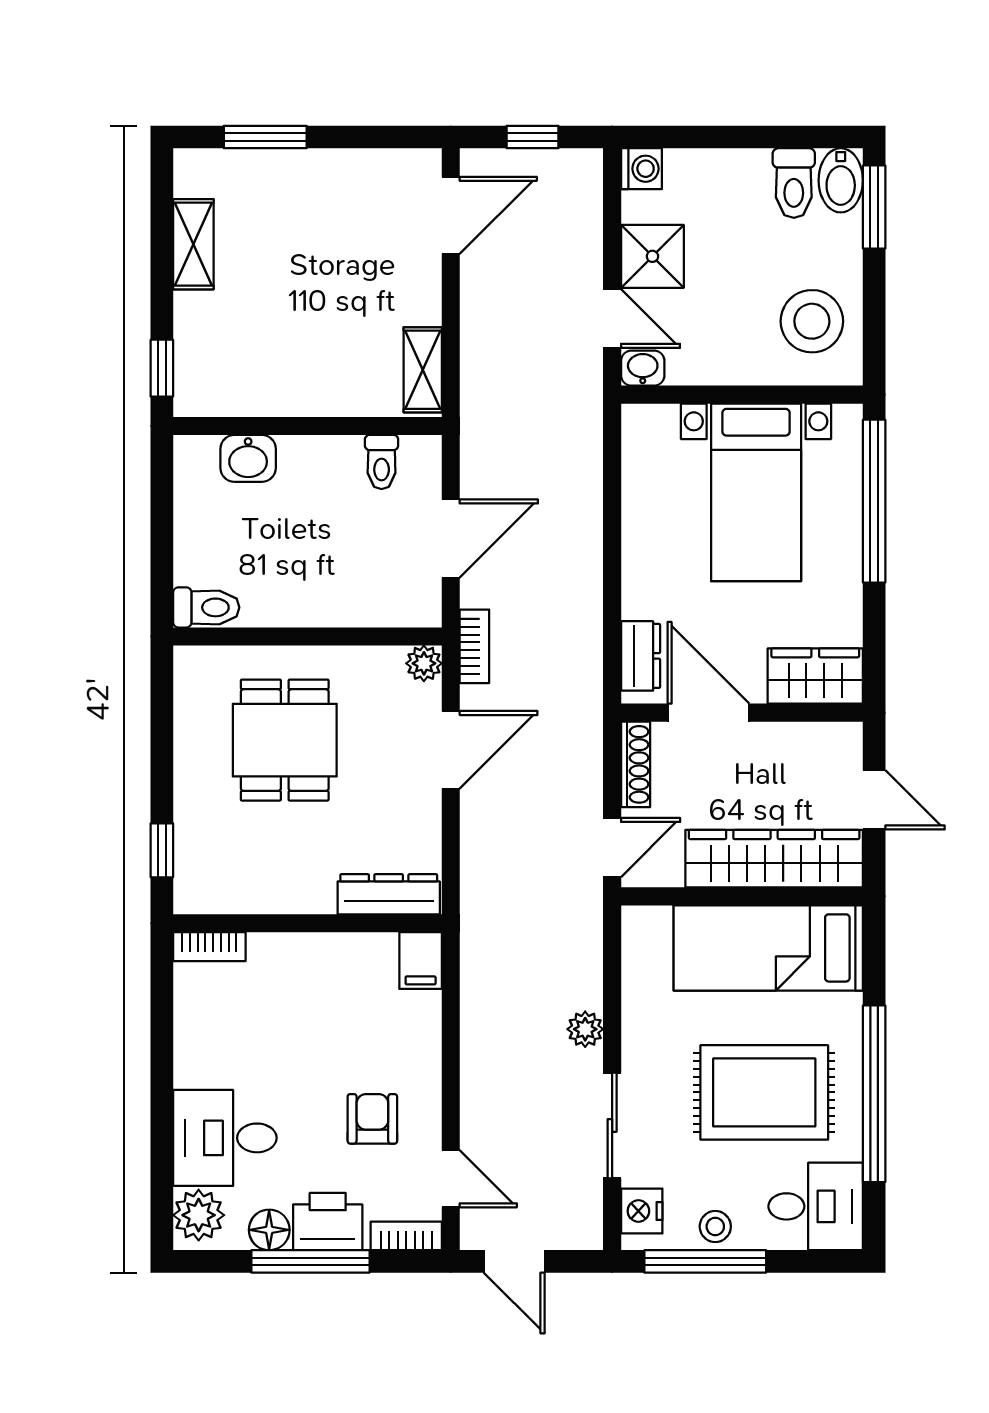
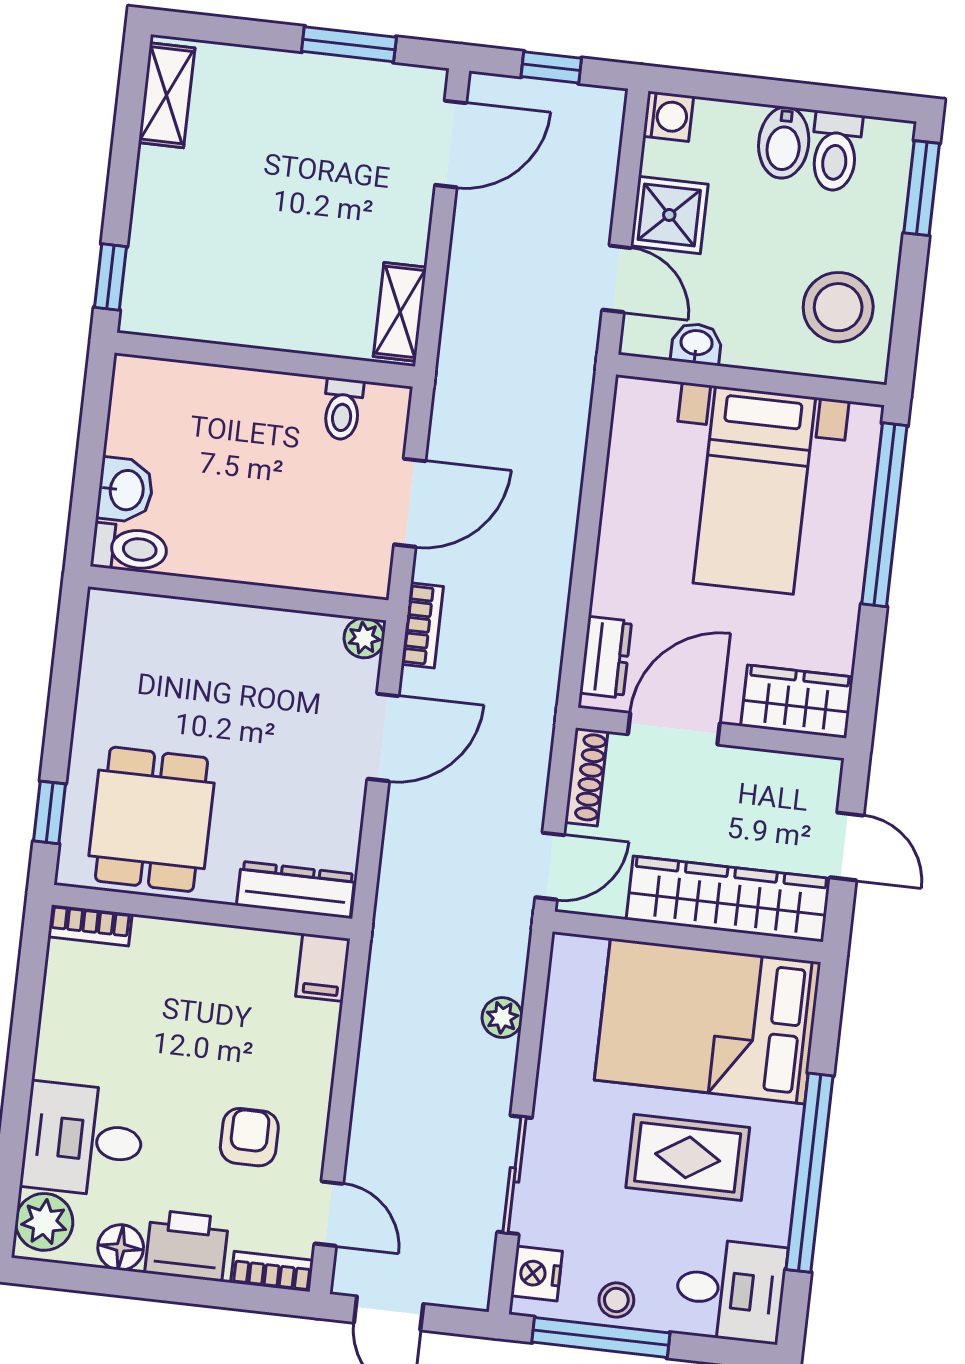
window: (265, 137) -> (349, 44), moved
bidet: (841, 180) -> (784, 143), moved
shelving: (193, 244) -> (167, 95), moved
washbasin: (643, 368) -> (696, 344), moved
washbasin: (248, 458) -> (125, 490), moved, turned -90
door: (708, 713) -> (674, 729), hinge flipped
dining table: (285, 740) -> (152, 819), moved
bed: (768, 948) -> (708, 1021), width x1.50
plant: (585, 1029) -> (502, 1017), moved
rug: (764, 1092) -> (688, 1157), width x0.73, depth x0.70
window: (310, 1261) -> (163, 1288), removed

